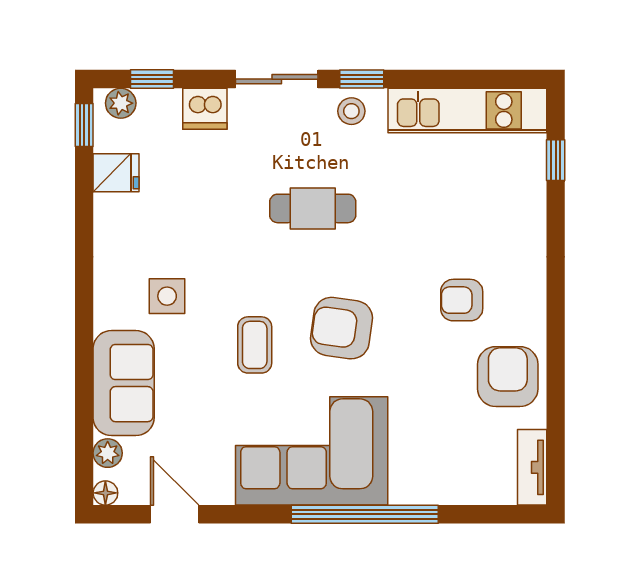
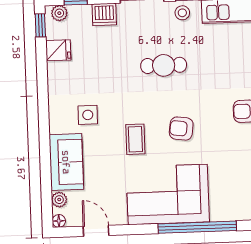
armchair: (341, 328) -> (181, 129), width x0.72, depth x0.72

